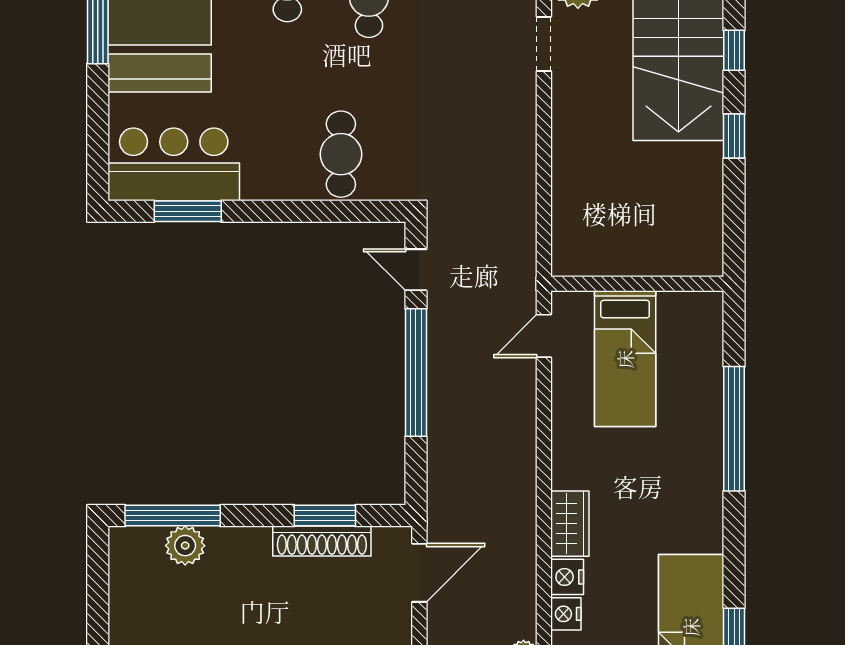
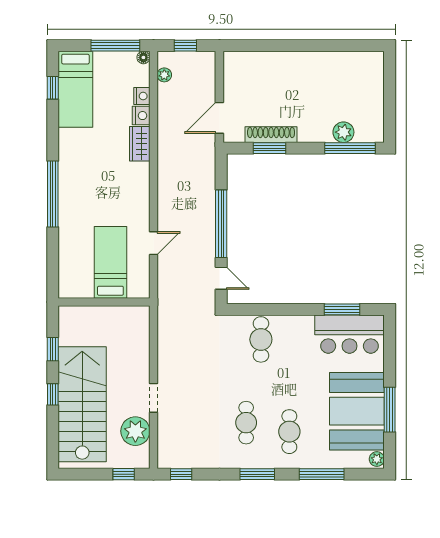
wall: (637, 284) -> (104, 302), moved
bed: (625, 359) -> (110, 262), moved

